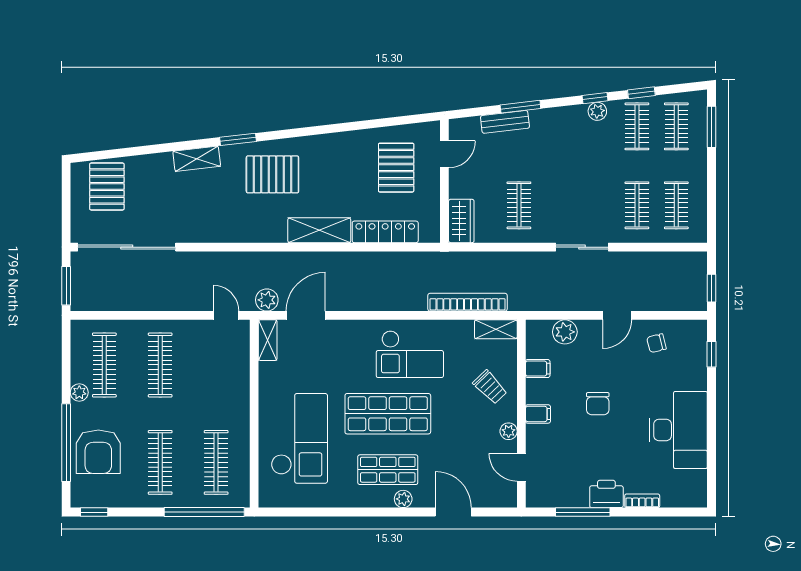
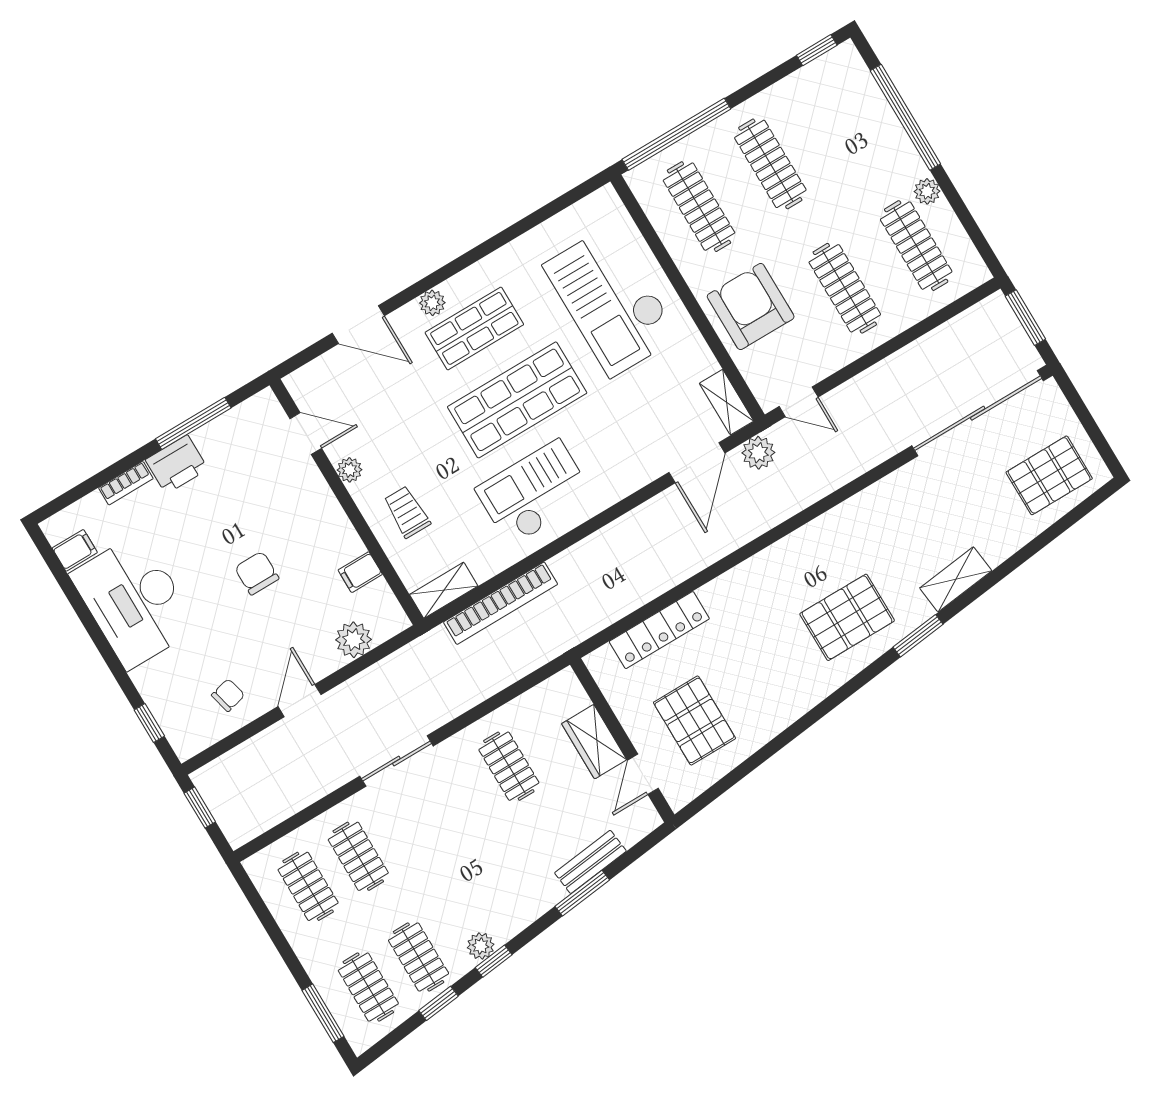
pallet: (107, 186) -> (1049, 475), turned 90
wardrobe: (461, 221) -> (594, 742), moved
shelving: (319, 230) -> (745, 582), removed
trolley: (490, 387) -> (407, 512), turned 44
filing cabinet: (538, 414) -> (75, 550), moved, turned 180
armchair: (98, 452) -> (751, 307), moved

